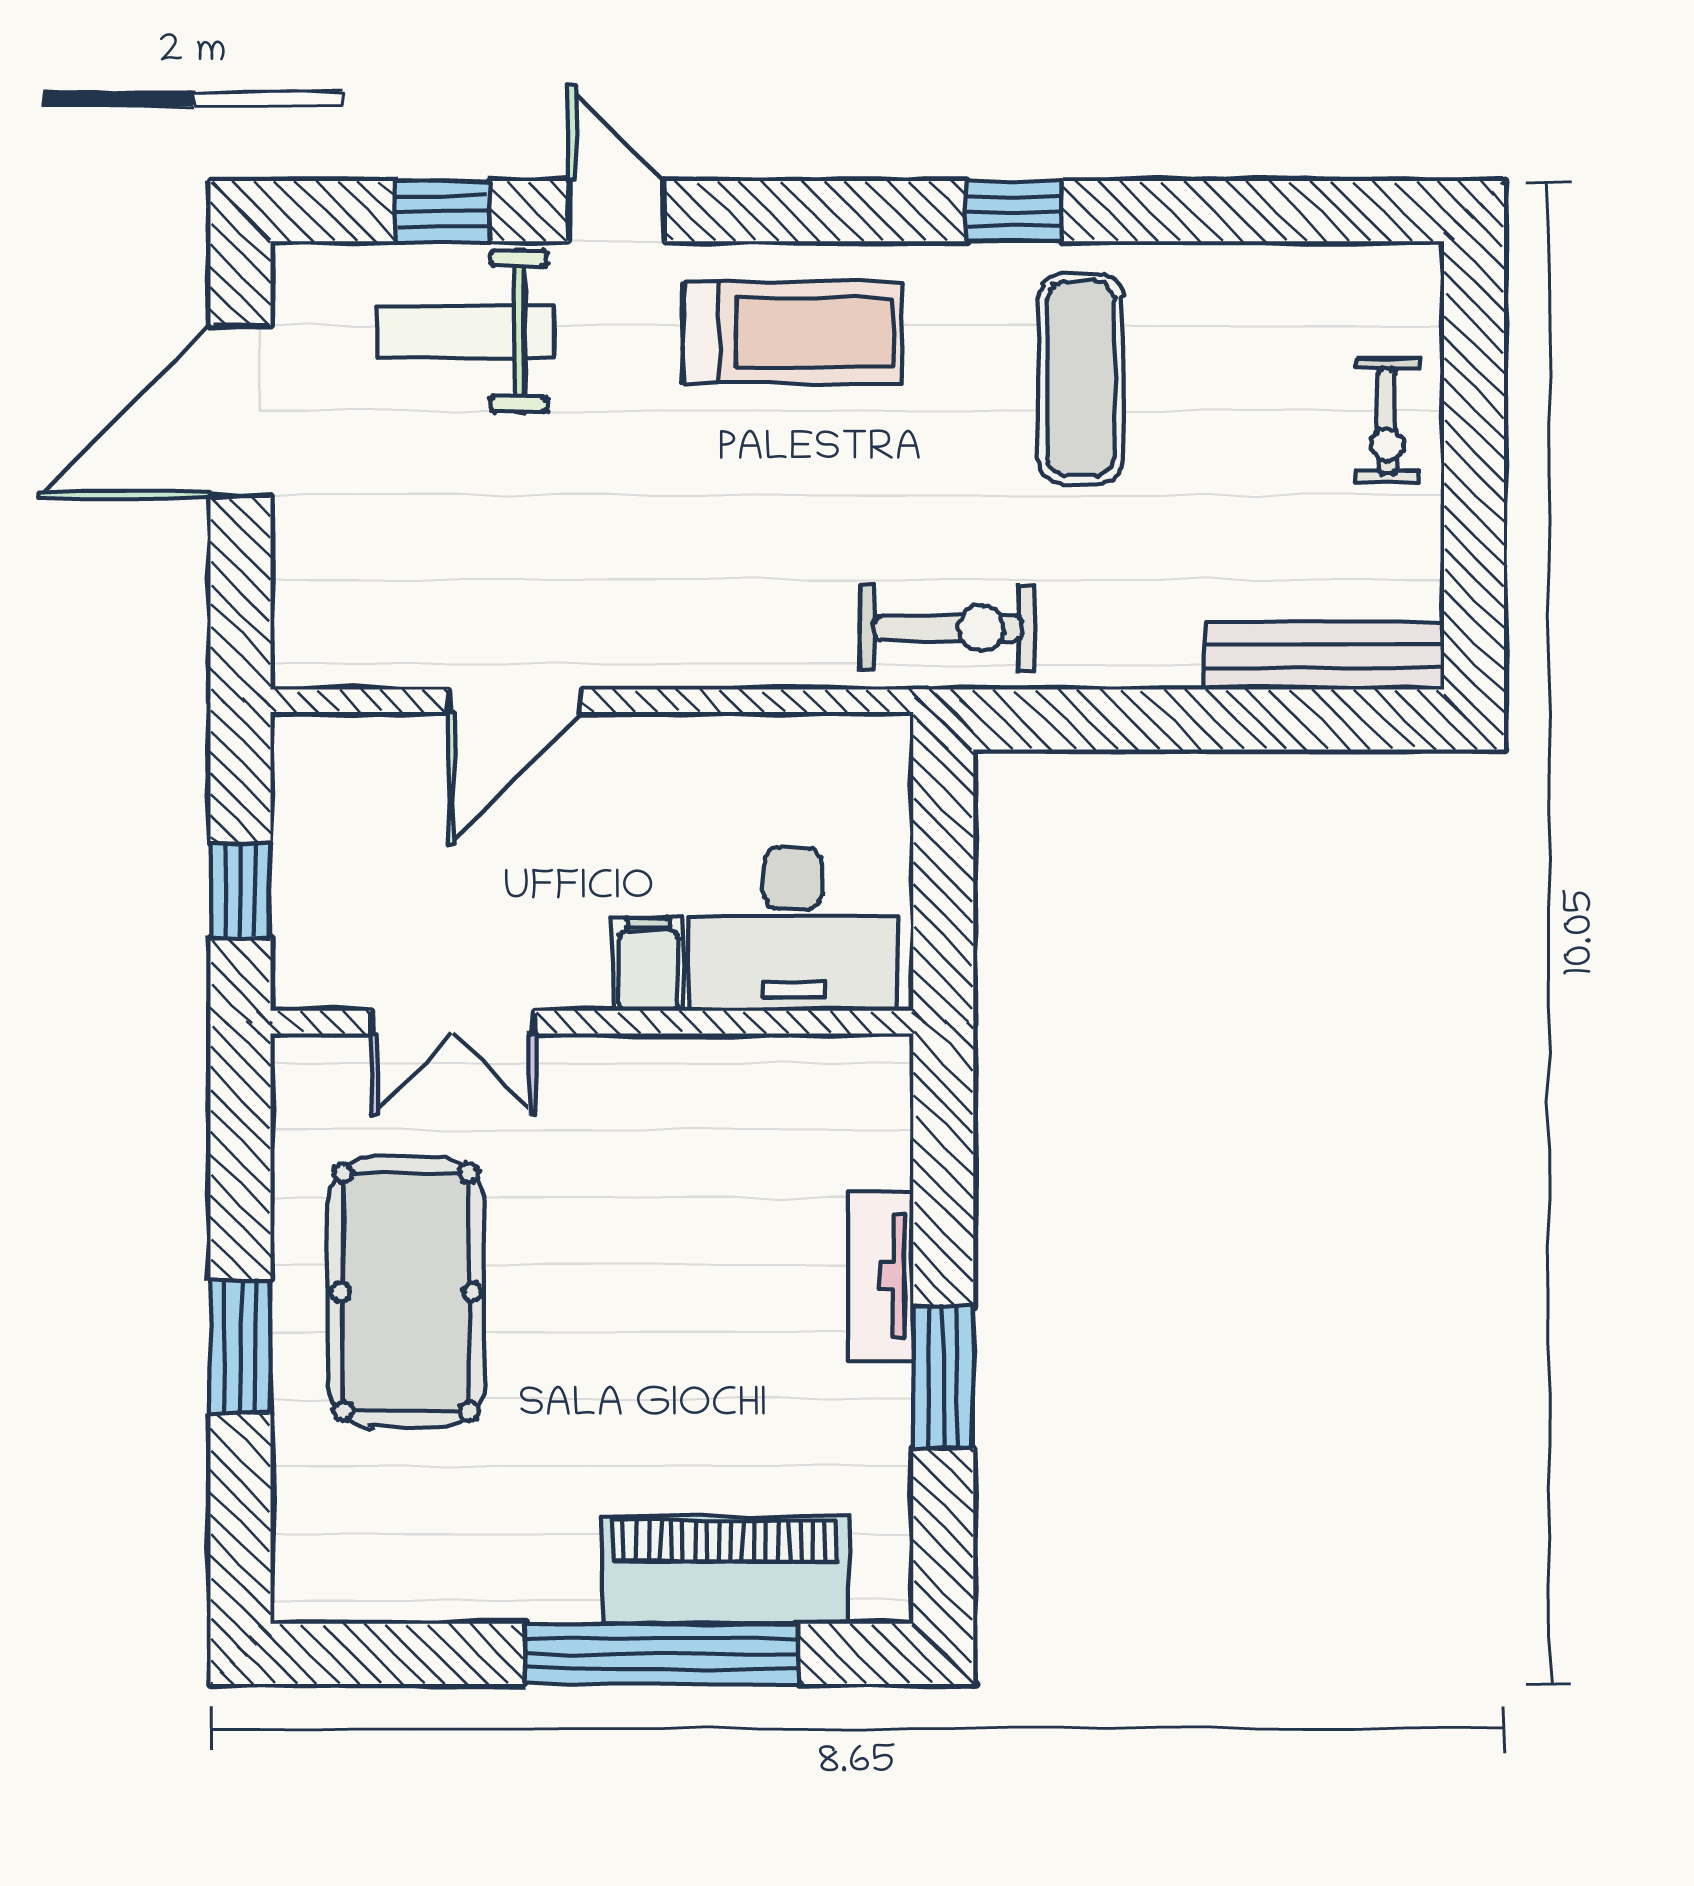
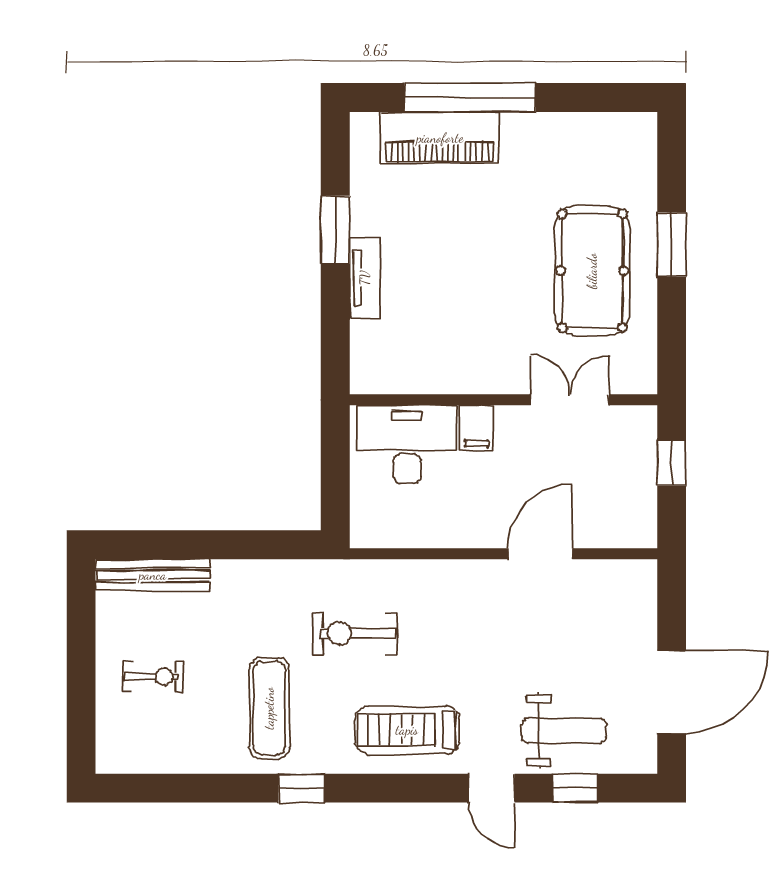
exercise bike: (1387, 421) -> (154, 677), moved, turned 90
exercise bike: (948, 628) -> (354, 633), moved

